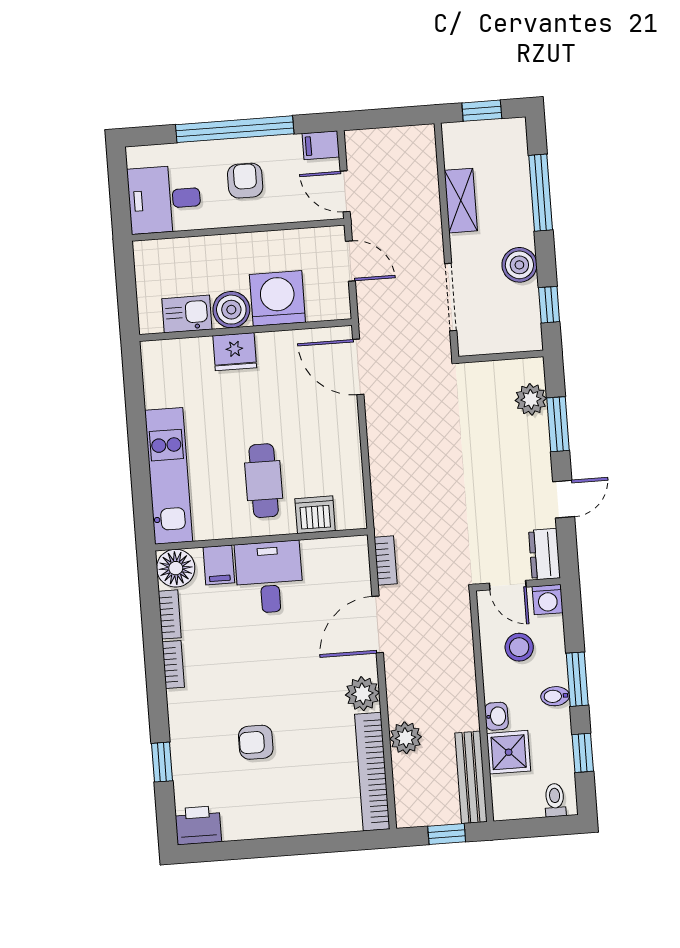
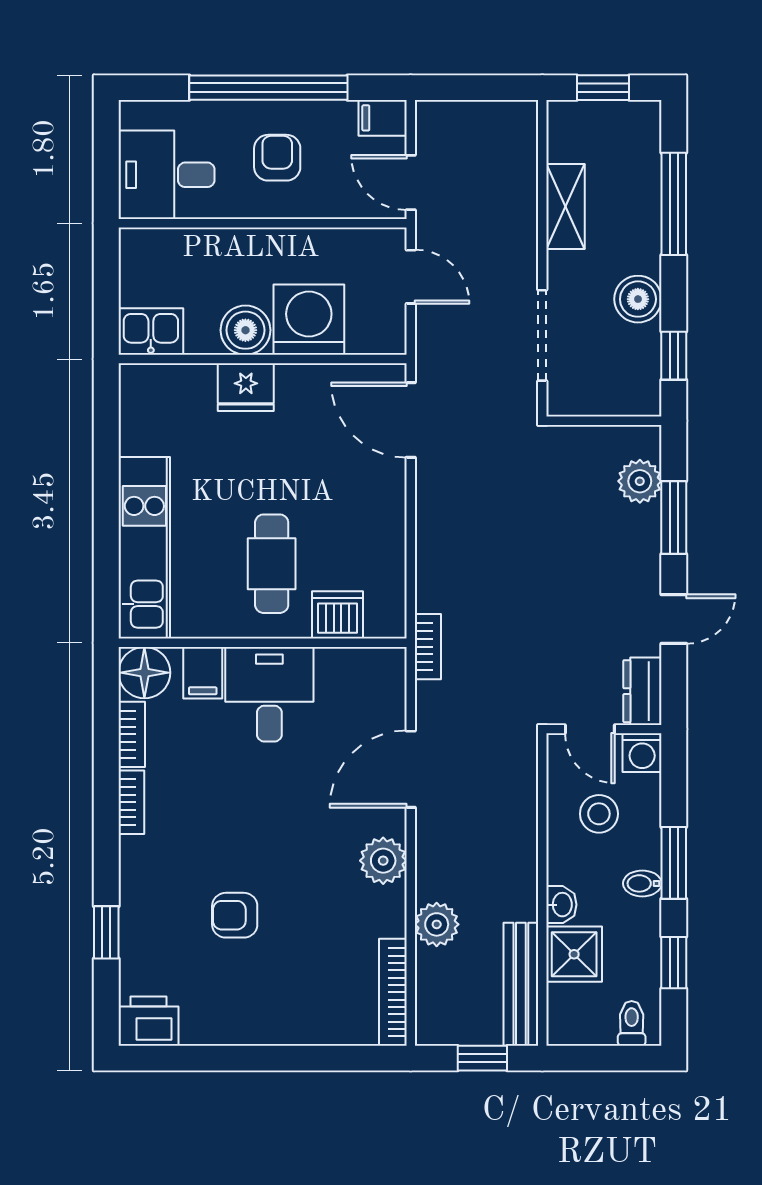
kitchen sink: (187, 314) -> (151, 332), moved
bookcase: (386, 561) -> (428, 647), moved
bookcase: (372, 772) -> (393, 992), width x0.68, depth x0.76

